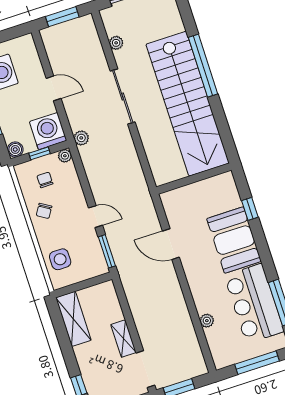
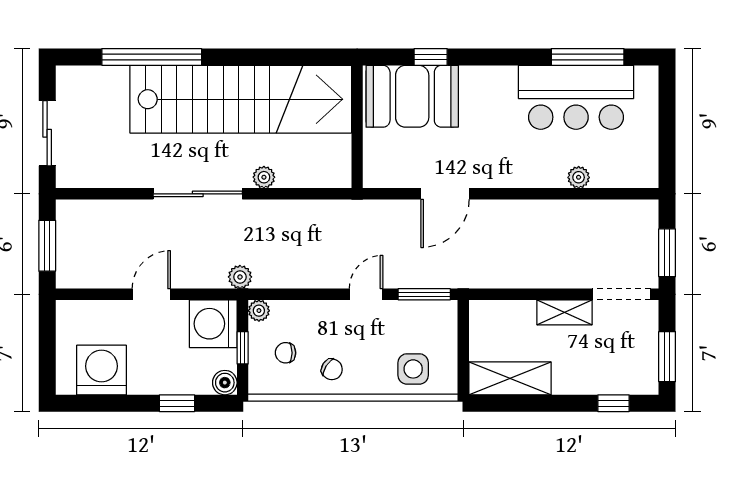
plant: (116, 43) -> (264, 177), moved
window: (203, 66) -> (152, 57), moved
booth: (234, 240) -> (412, 96), moved
window: (257, 363) -> (667, 122), removed

